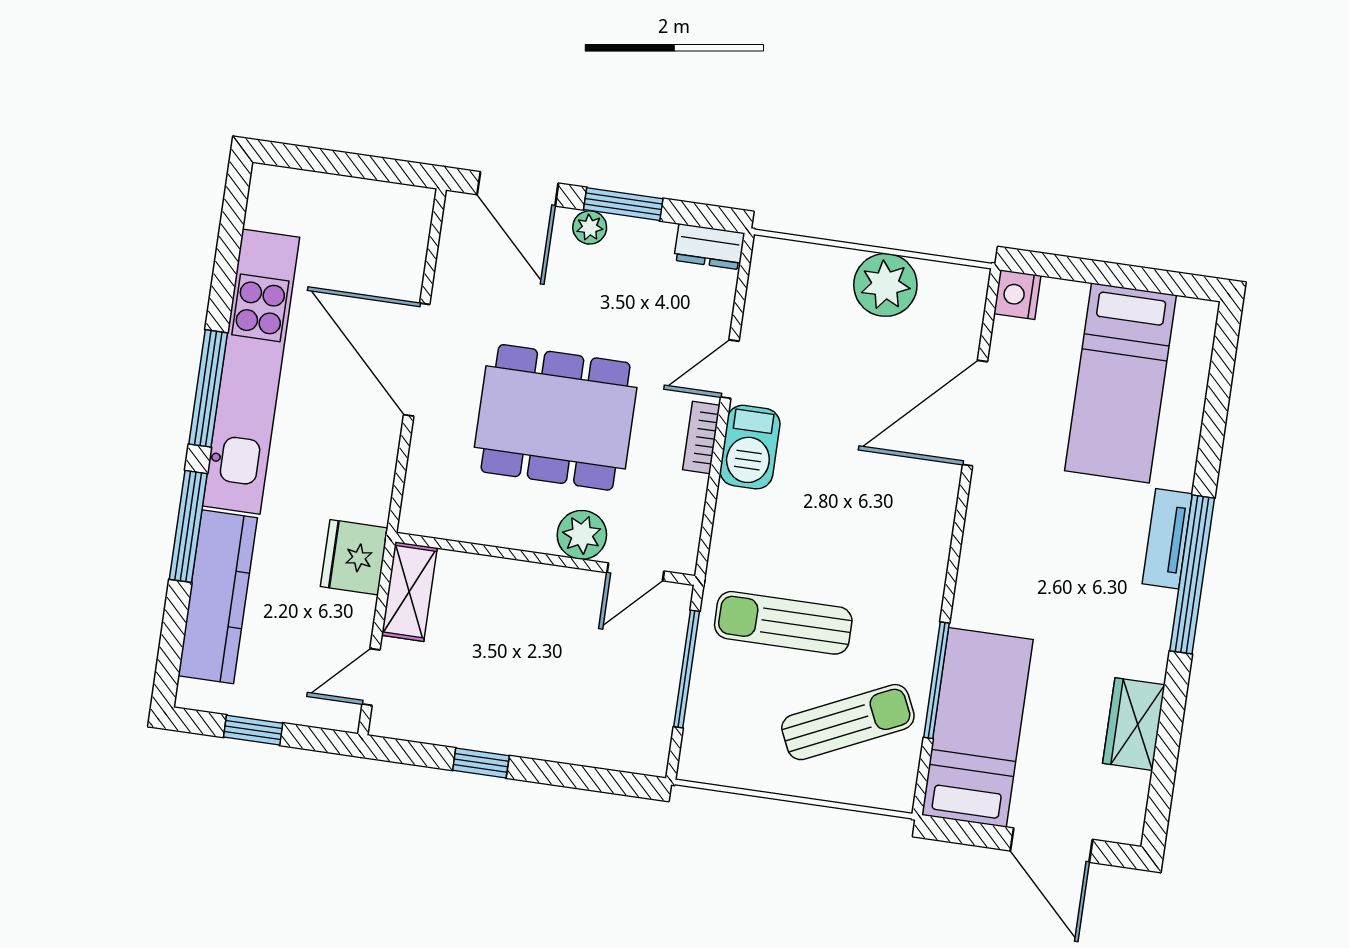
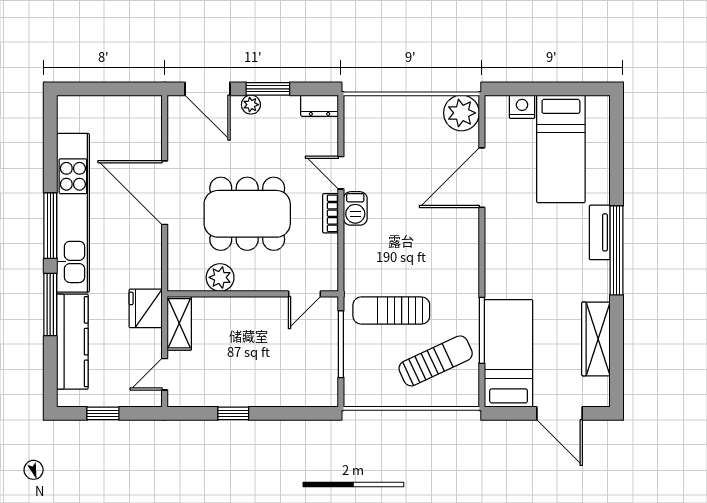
plant: (885, 285) -> (461, 113), moved
nightstand: (1017, 295) -> (522, 107), moved, turned 90
door: (730, 369) -> (341, 173), hinge flipped
barbecue: (750, 447) -> (355, 208), width x0.73, depth x0.79
plant: (582, 535) -> (220, 277), moved
wardrobe: (1134, 724) -> (596, 339), width x1.50

